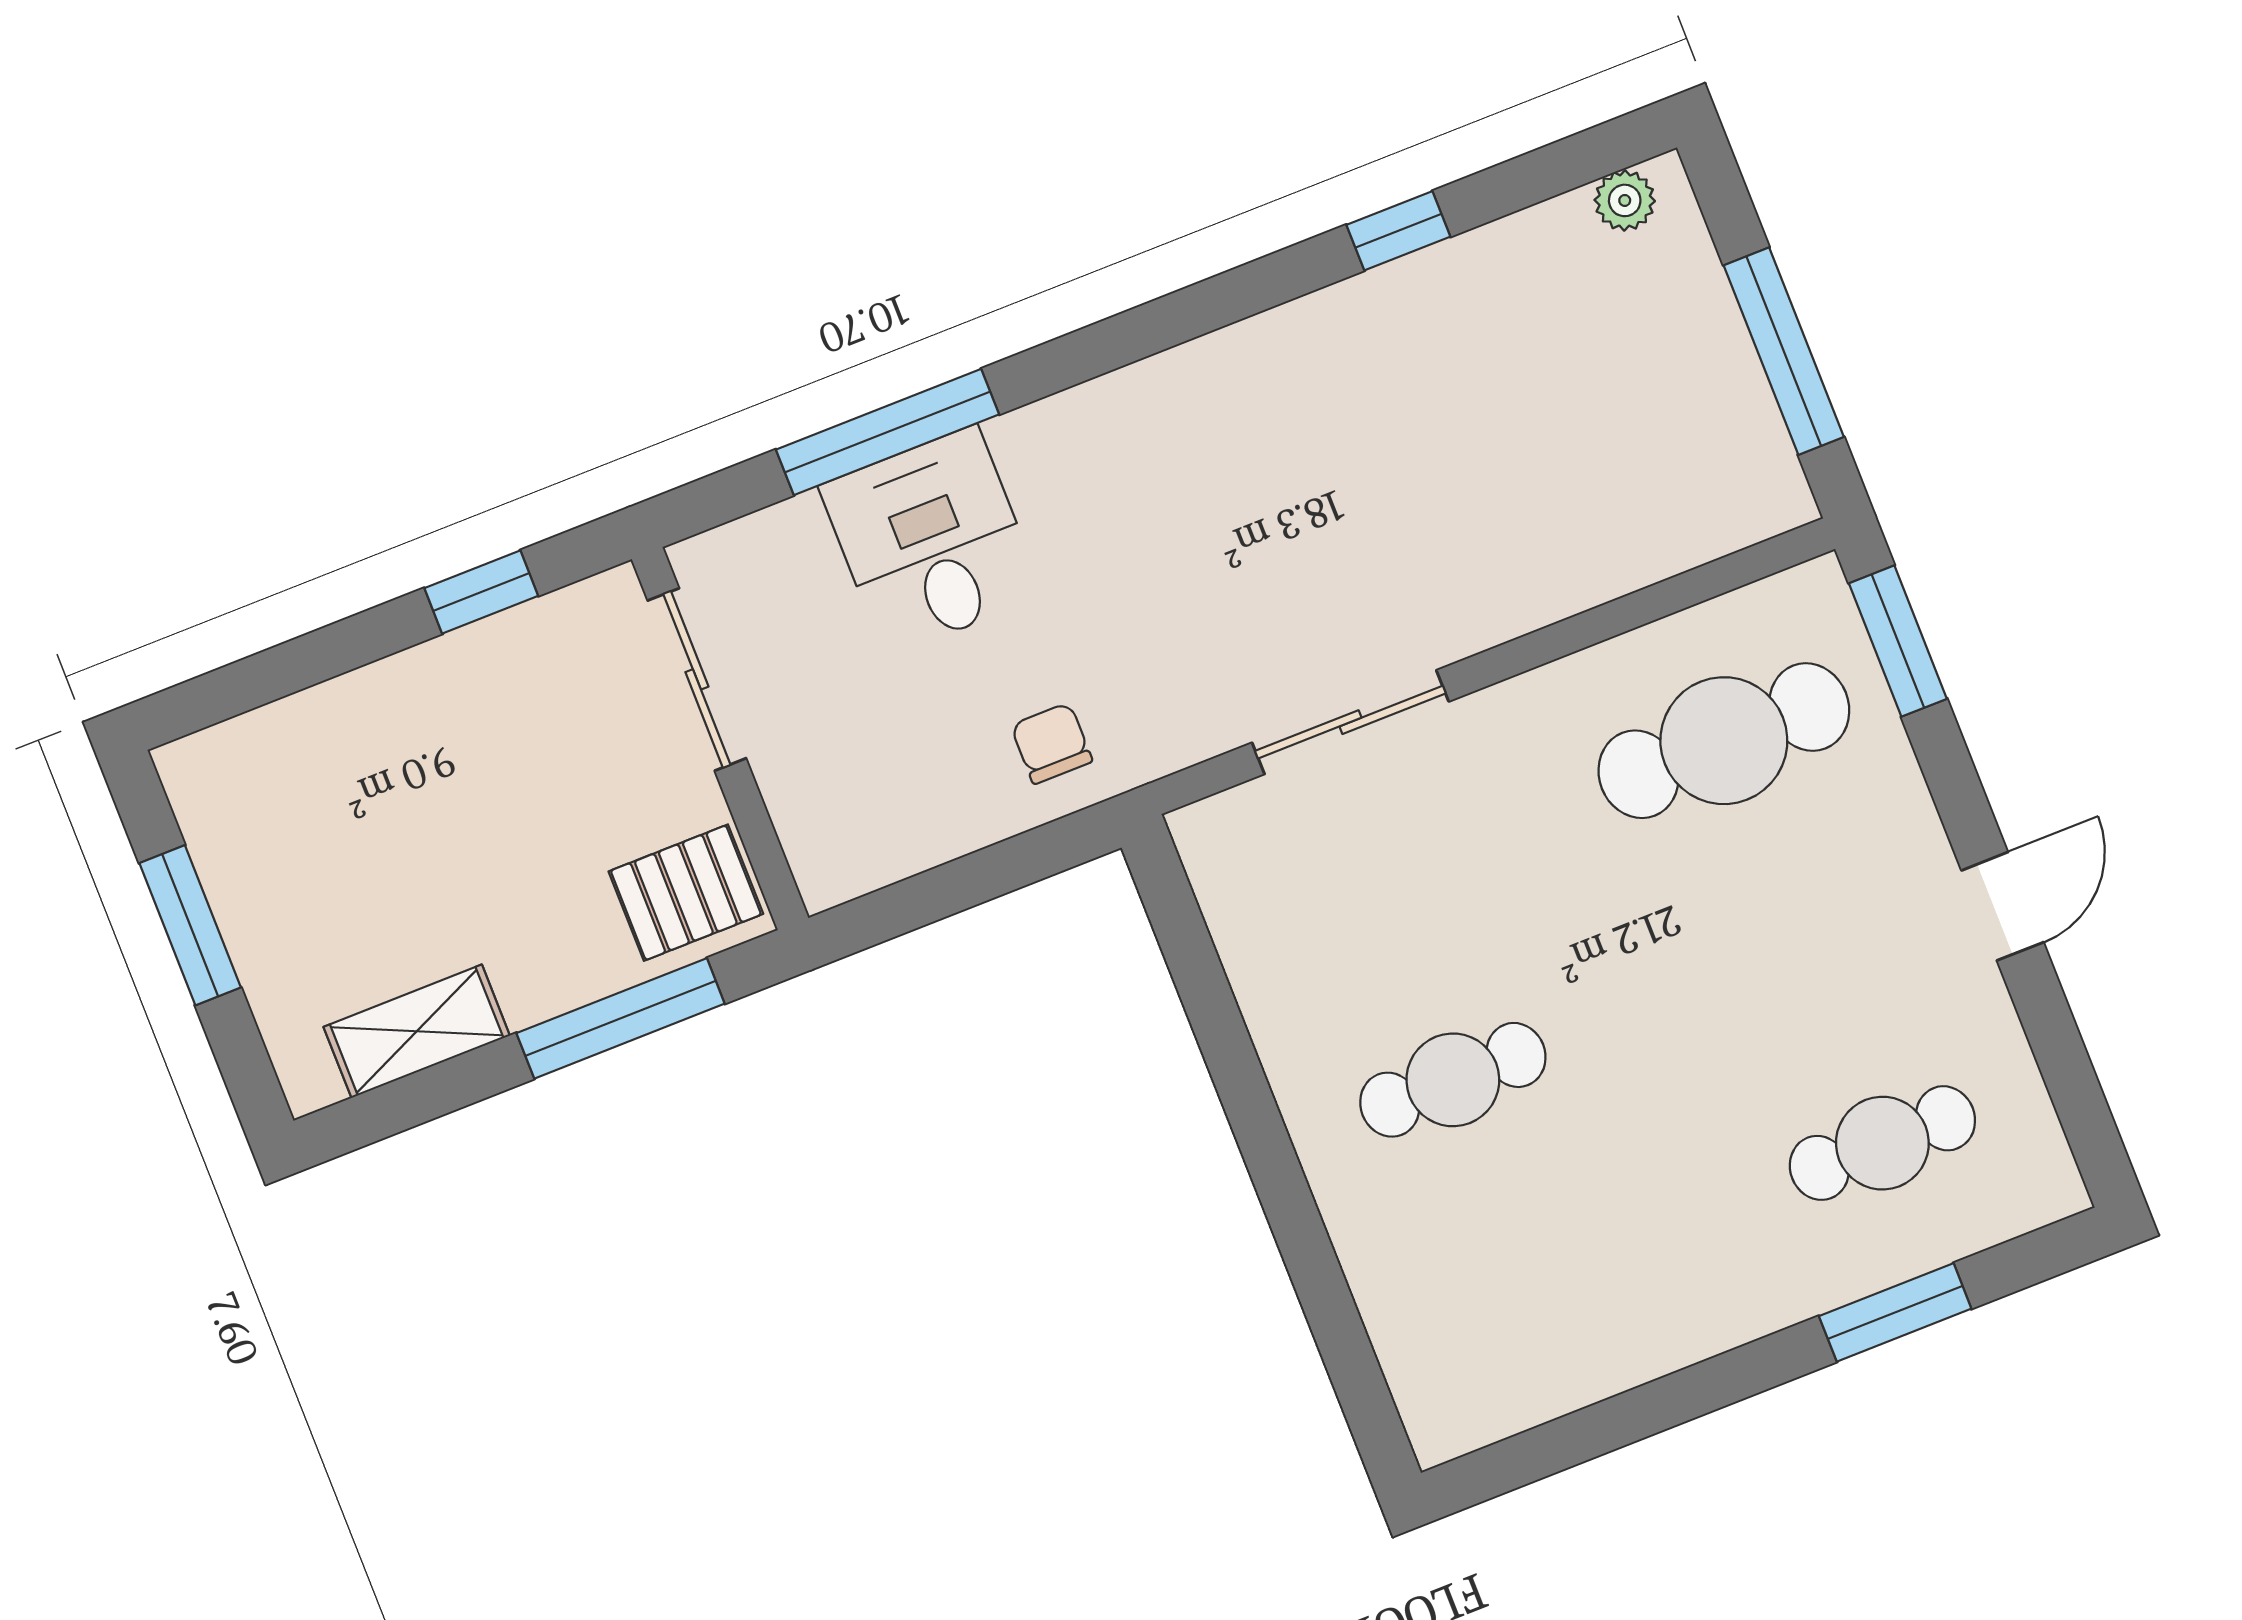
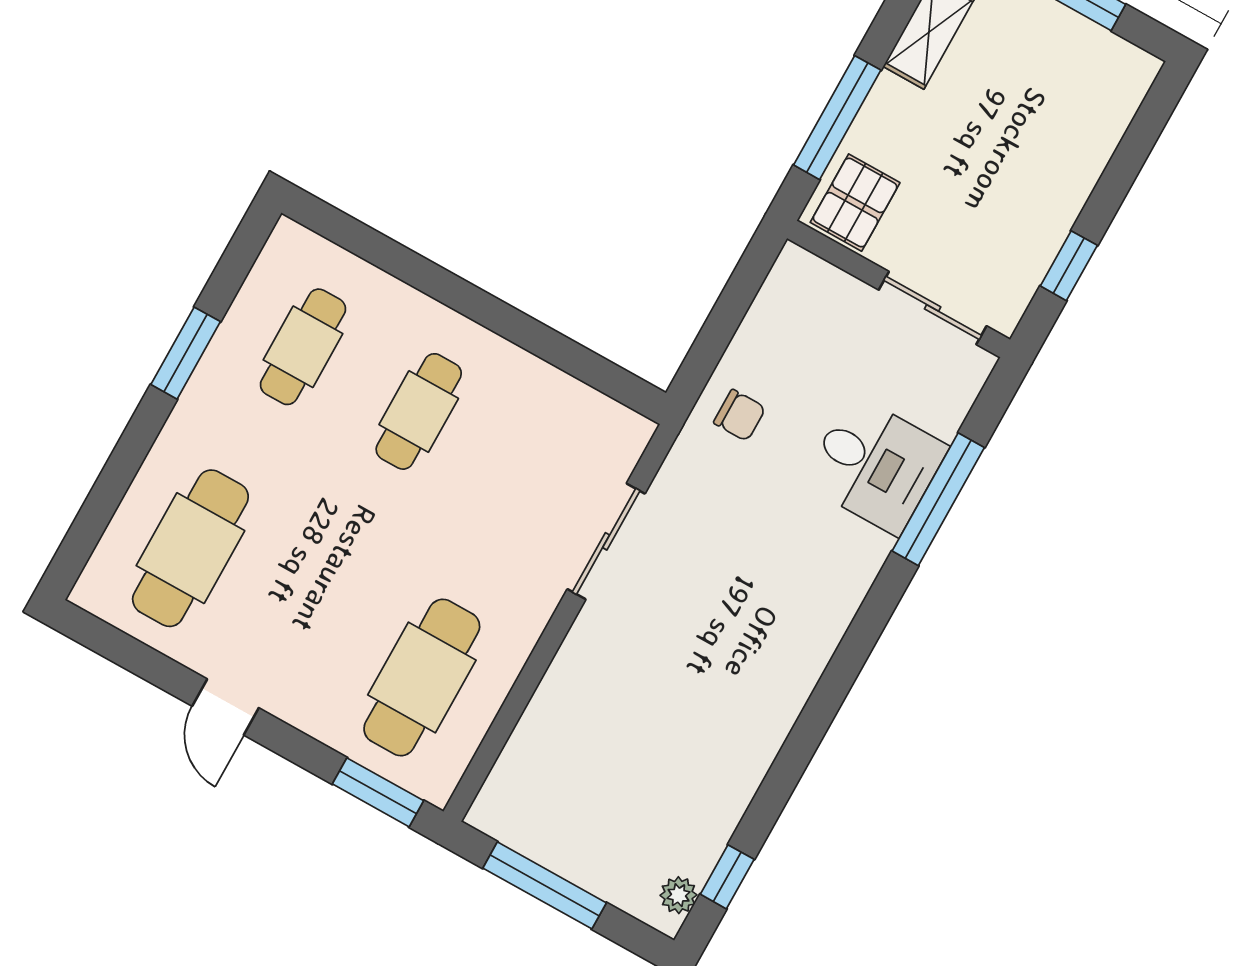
window: (1398, 231) -> (727, 877), moved
cafe table: (1882, 1143) -> (190, 548), width x1.37, depth x1.35
cafe table: (1532, 1281) -> (303, 347), added
window: (1895, 1312) -> (186, 353), moved

